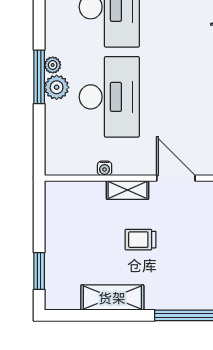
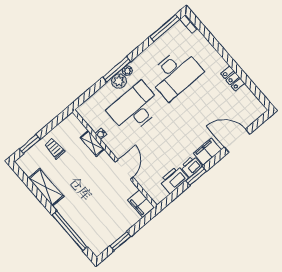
desk: (109, 97) -> (135, 108), turned 180
shelving: (128, 190) -> (92, 143), moved
trolley: (140, 240) -> (55, 148), moved

